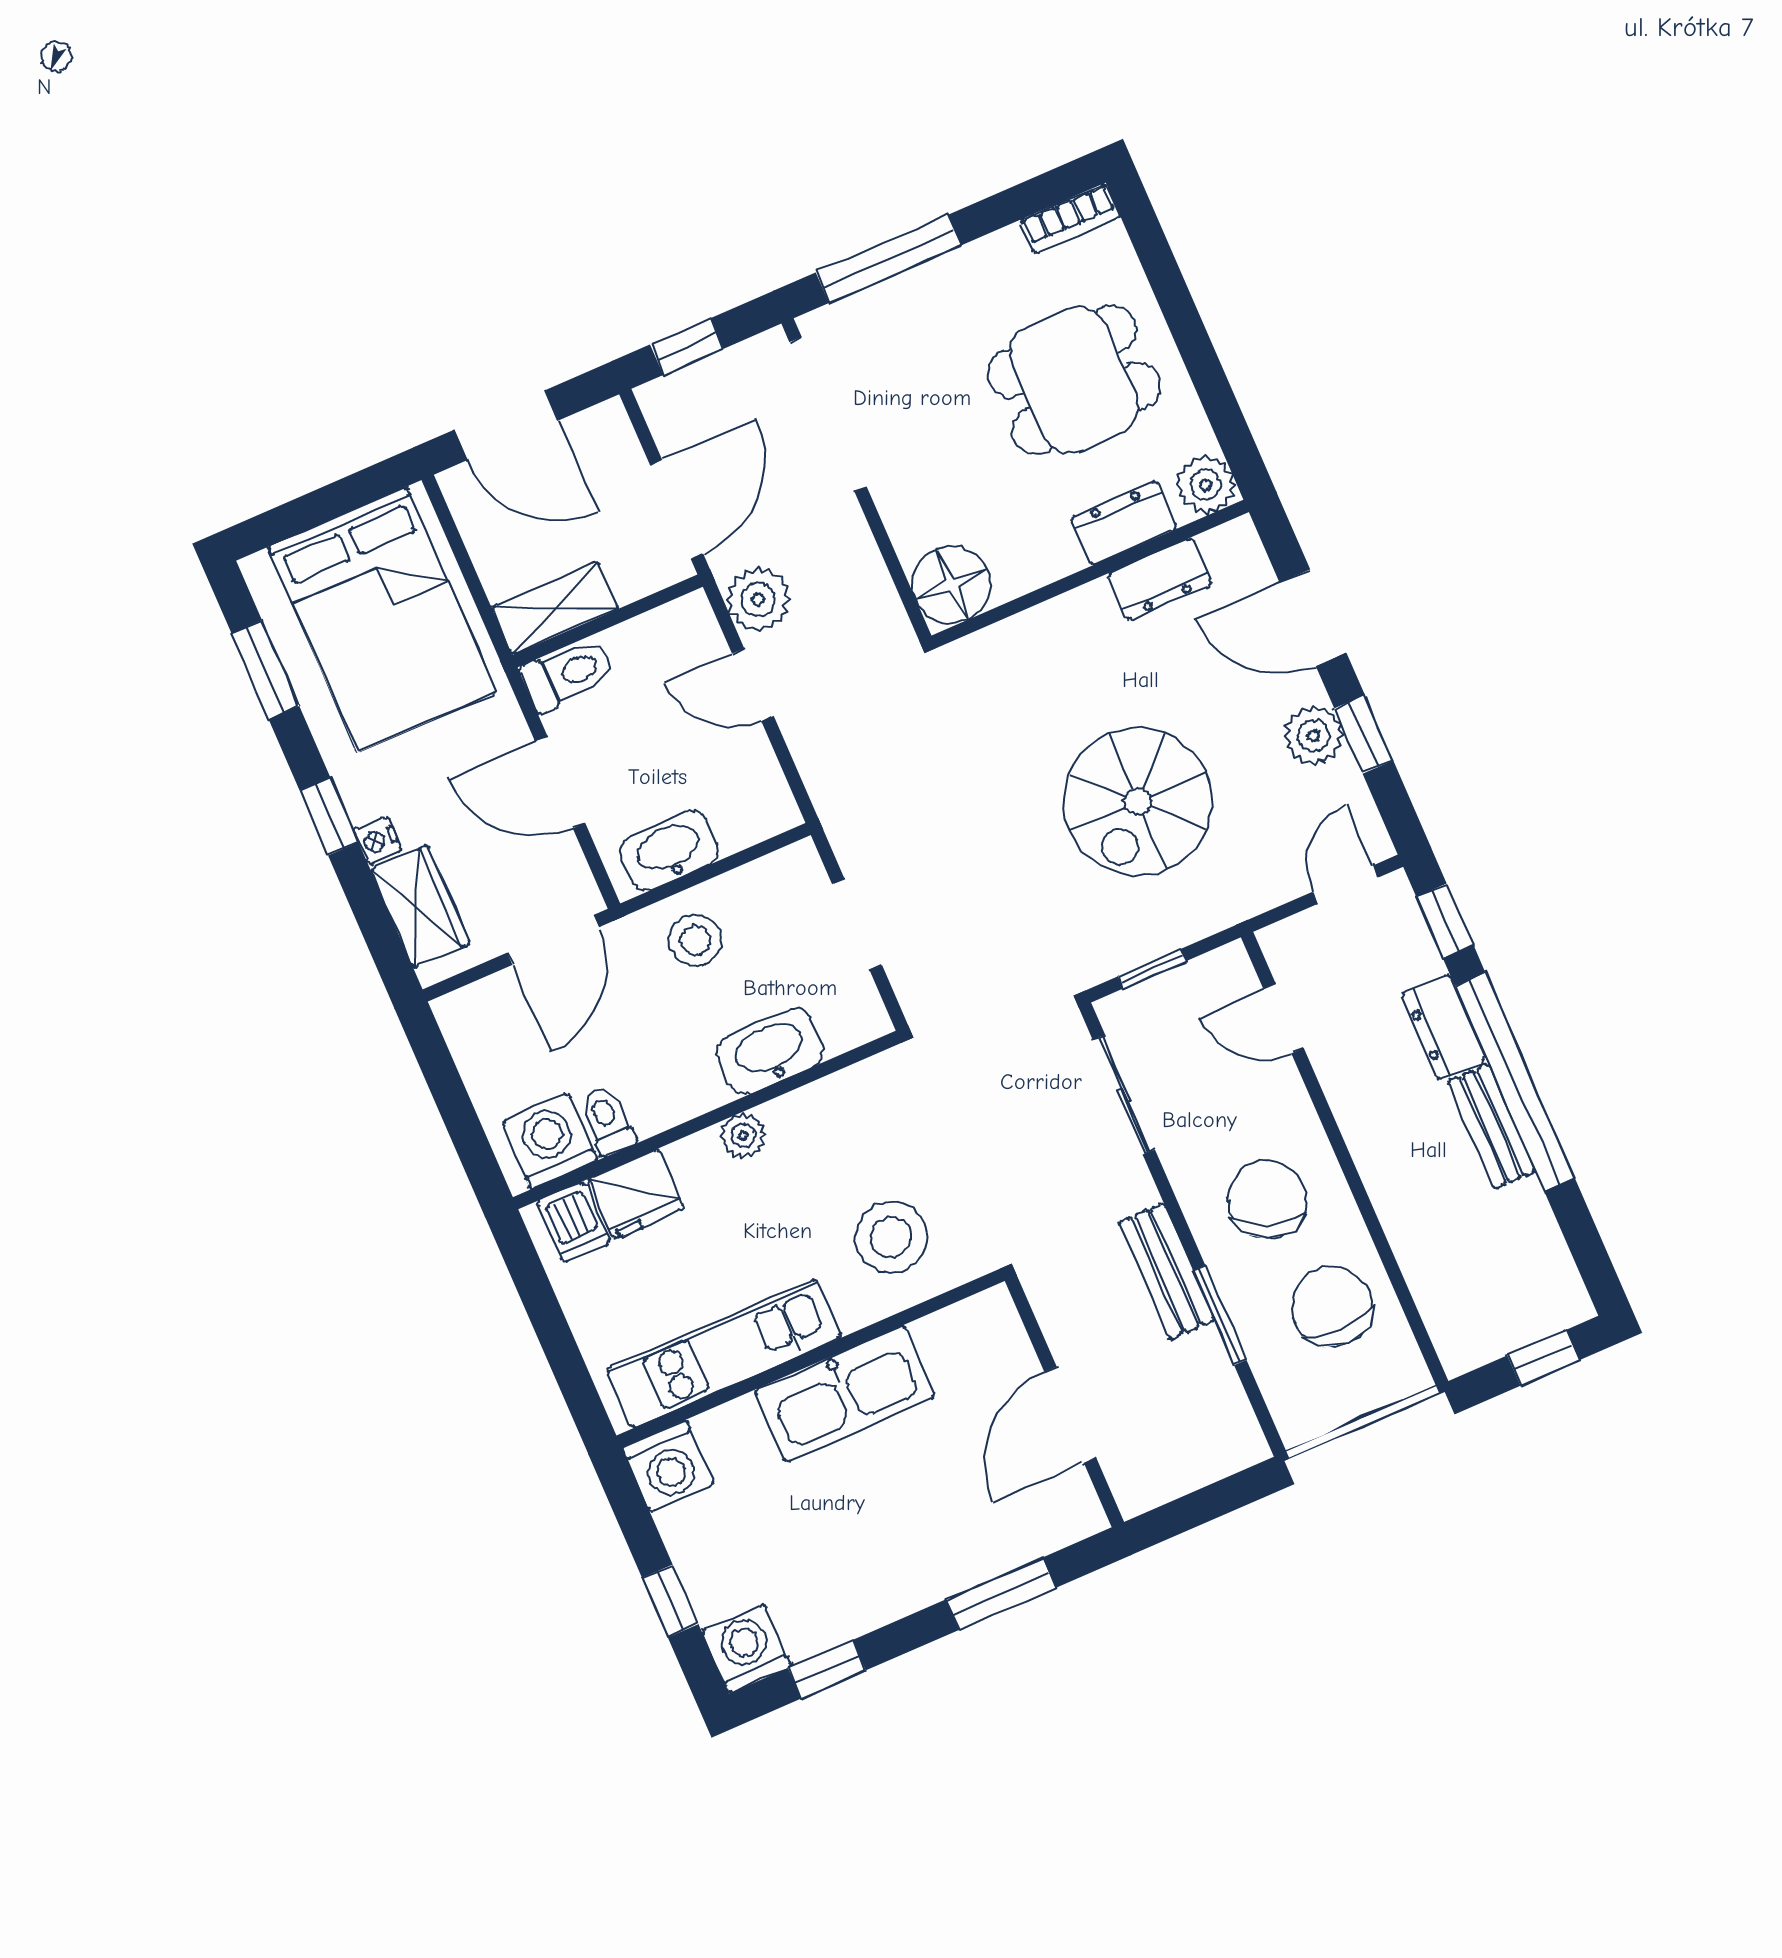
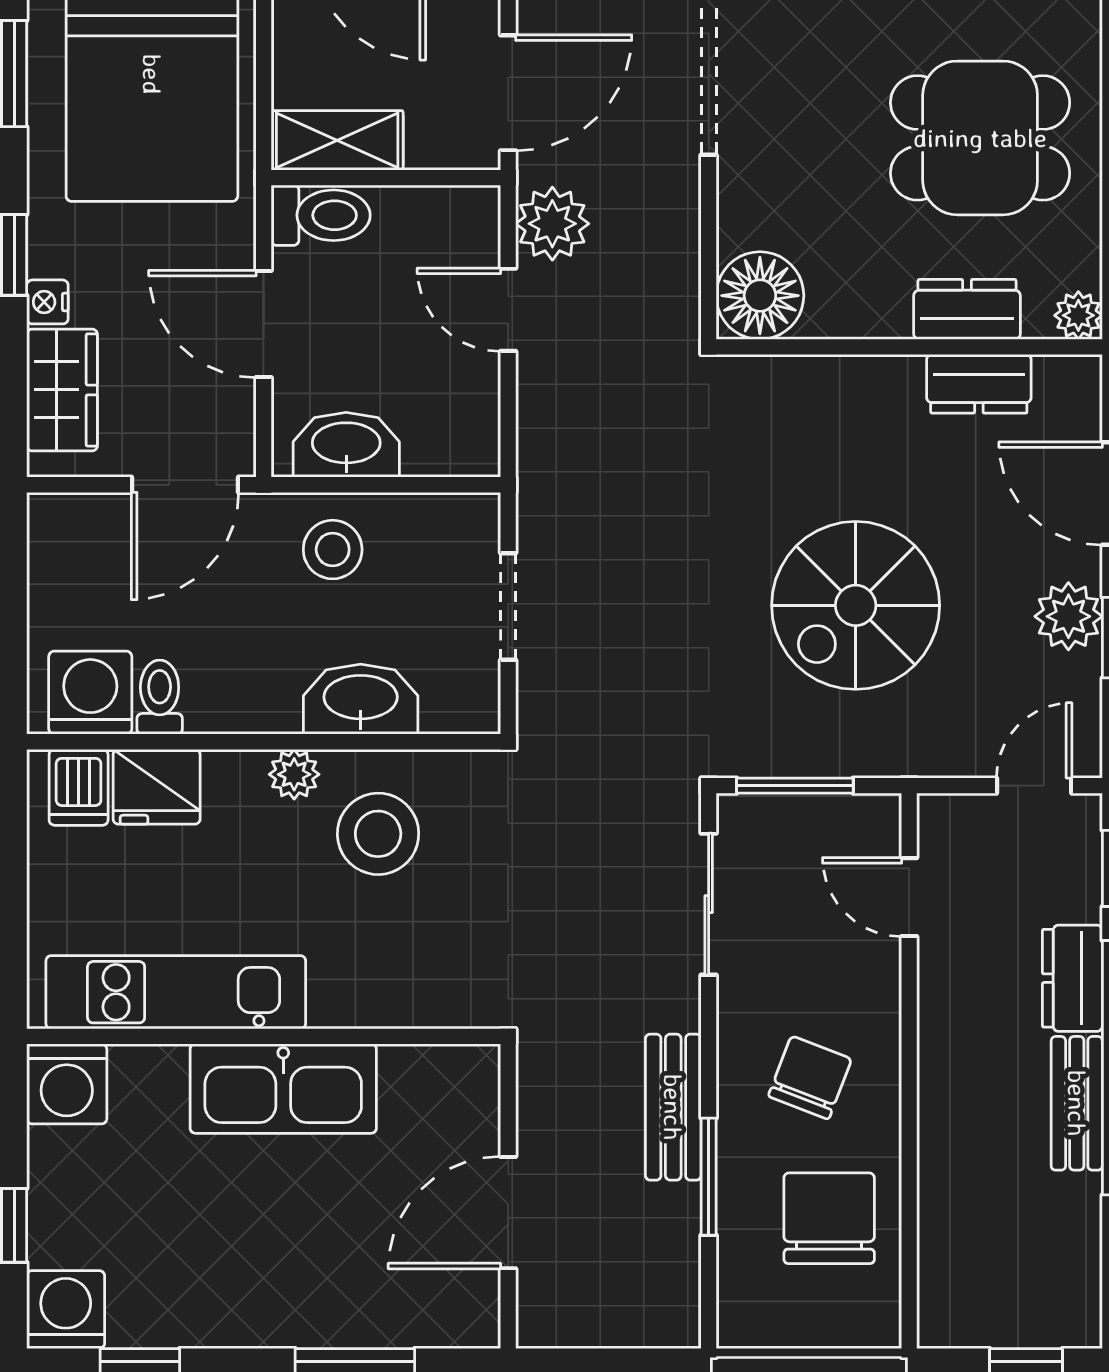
plant: (1205, 485) -> (1078, 315), width x0.73, depth x0.73
window: (1152, 969) -> (795, 786), width x1.50
chair: (1267, 1200) -> (810, 1078), width x0.73, depth x0.73
stool: (891, 1237) -> (378, 834), moved

